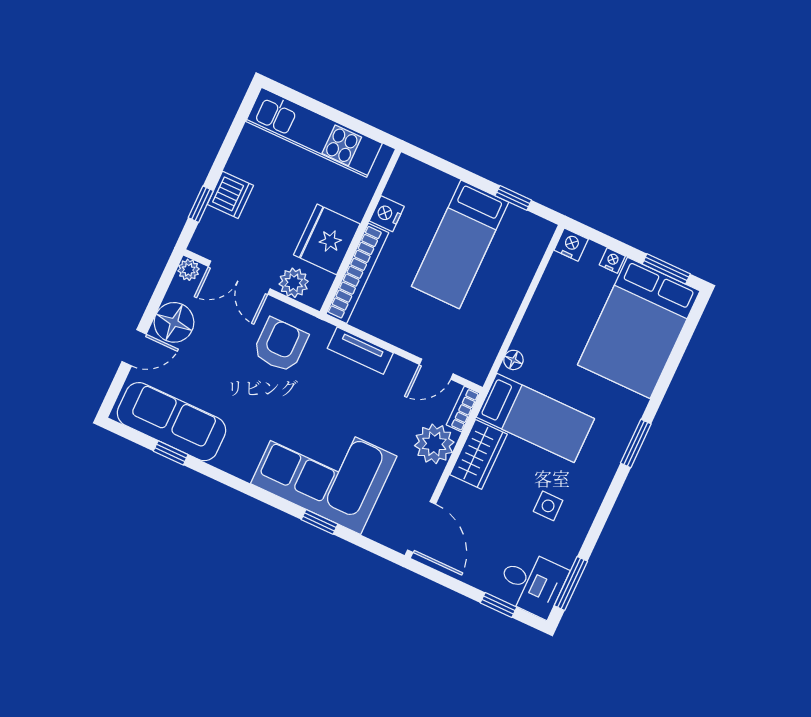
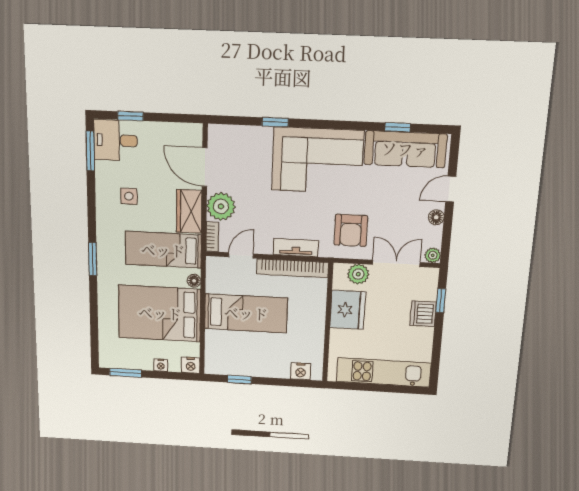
nightstand: (387, 214) -> (301, 371), moved, turned 90
bed: (460, 244) -> (246, 313), moved, turned 90
bookcase: (357, 273) -> (292, 268), moved, turned -90
floor lamp: (174, 322) -> (436, 217), width x0.53, depth x0.53
bed: (639, 328) -> (160, 313), moved, turned -90
corner sofa: (324, 470) -> (317, 160), moved
door: (421, 527) -> (205, 167), moved

